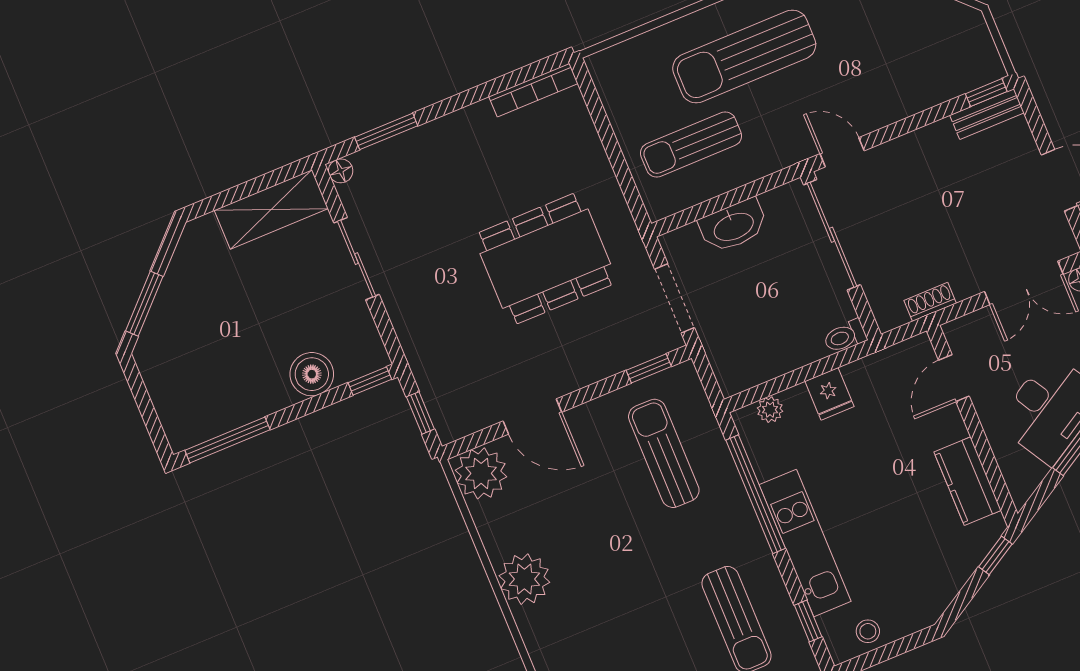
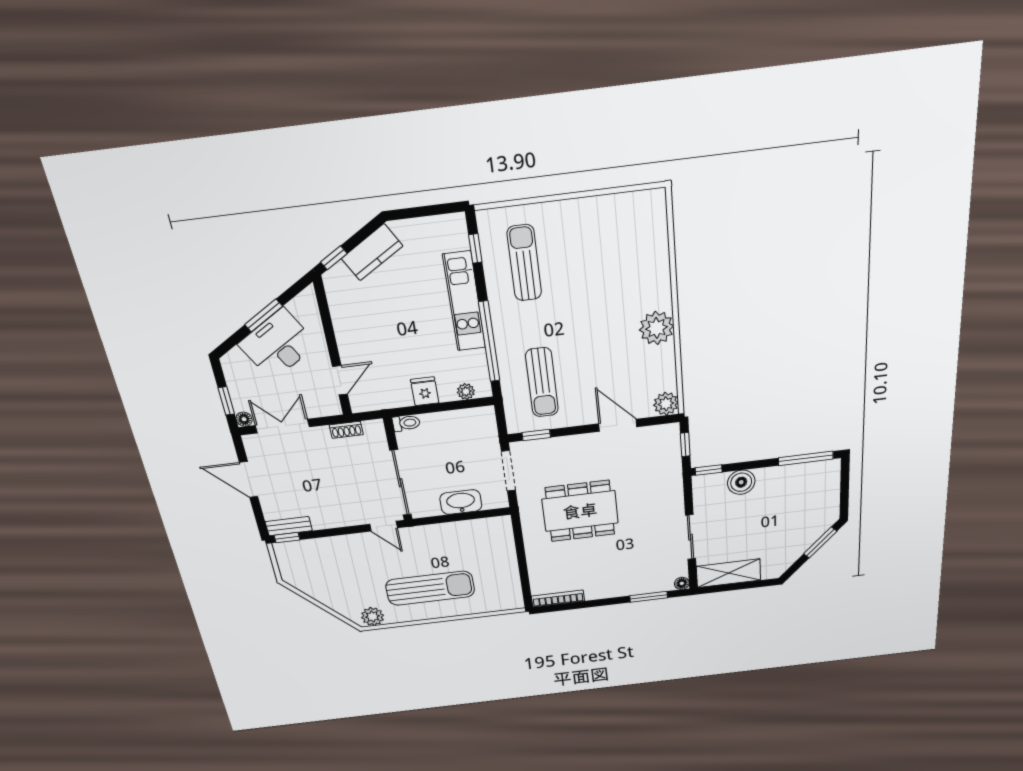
sun lounger: (691, 144) -> (474, 551), removed
plant: (481, 473) -> (666, 404), width x0.73, depth x0.73
kitchen counter: (968, 481) -> (372, 252), moved, turned 59
stool: (868, 631) -> (435, 230), removed

